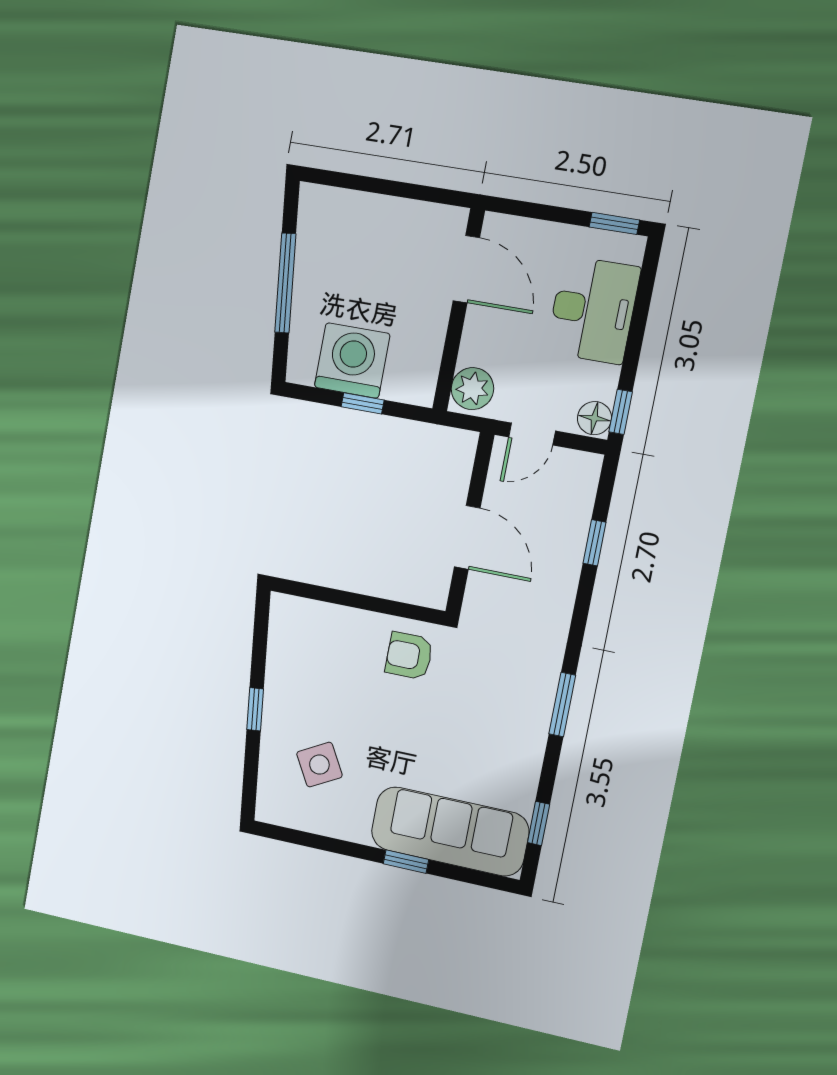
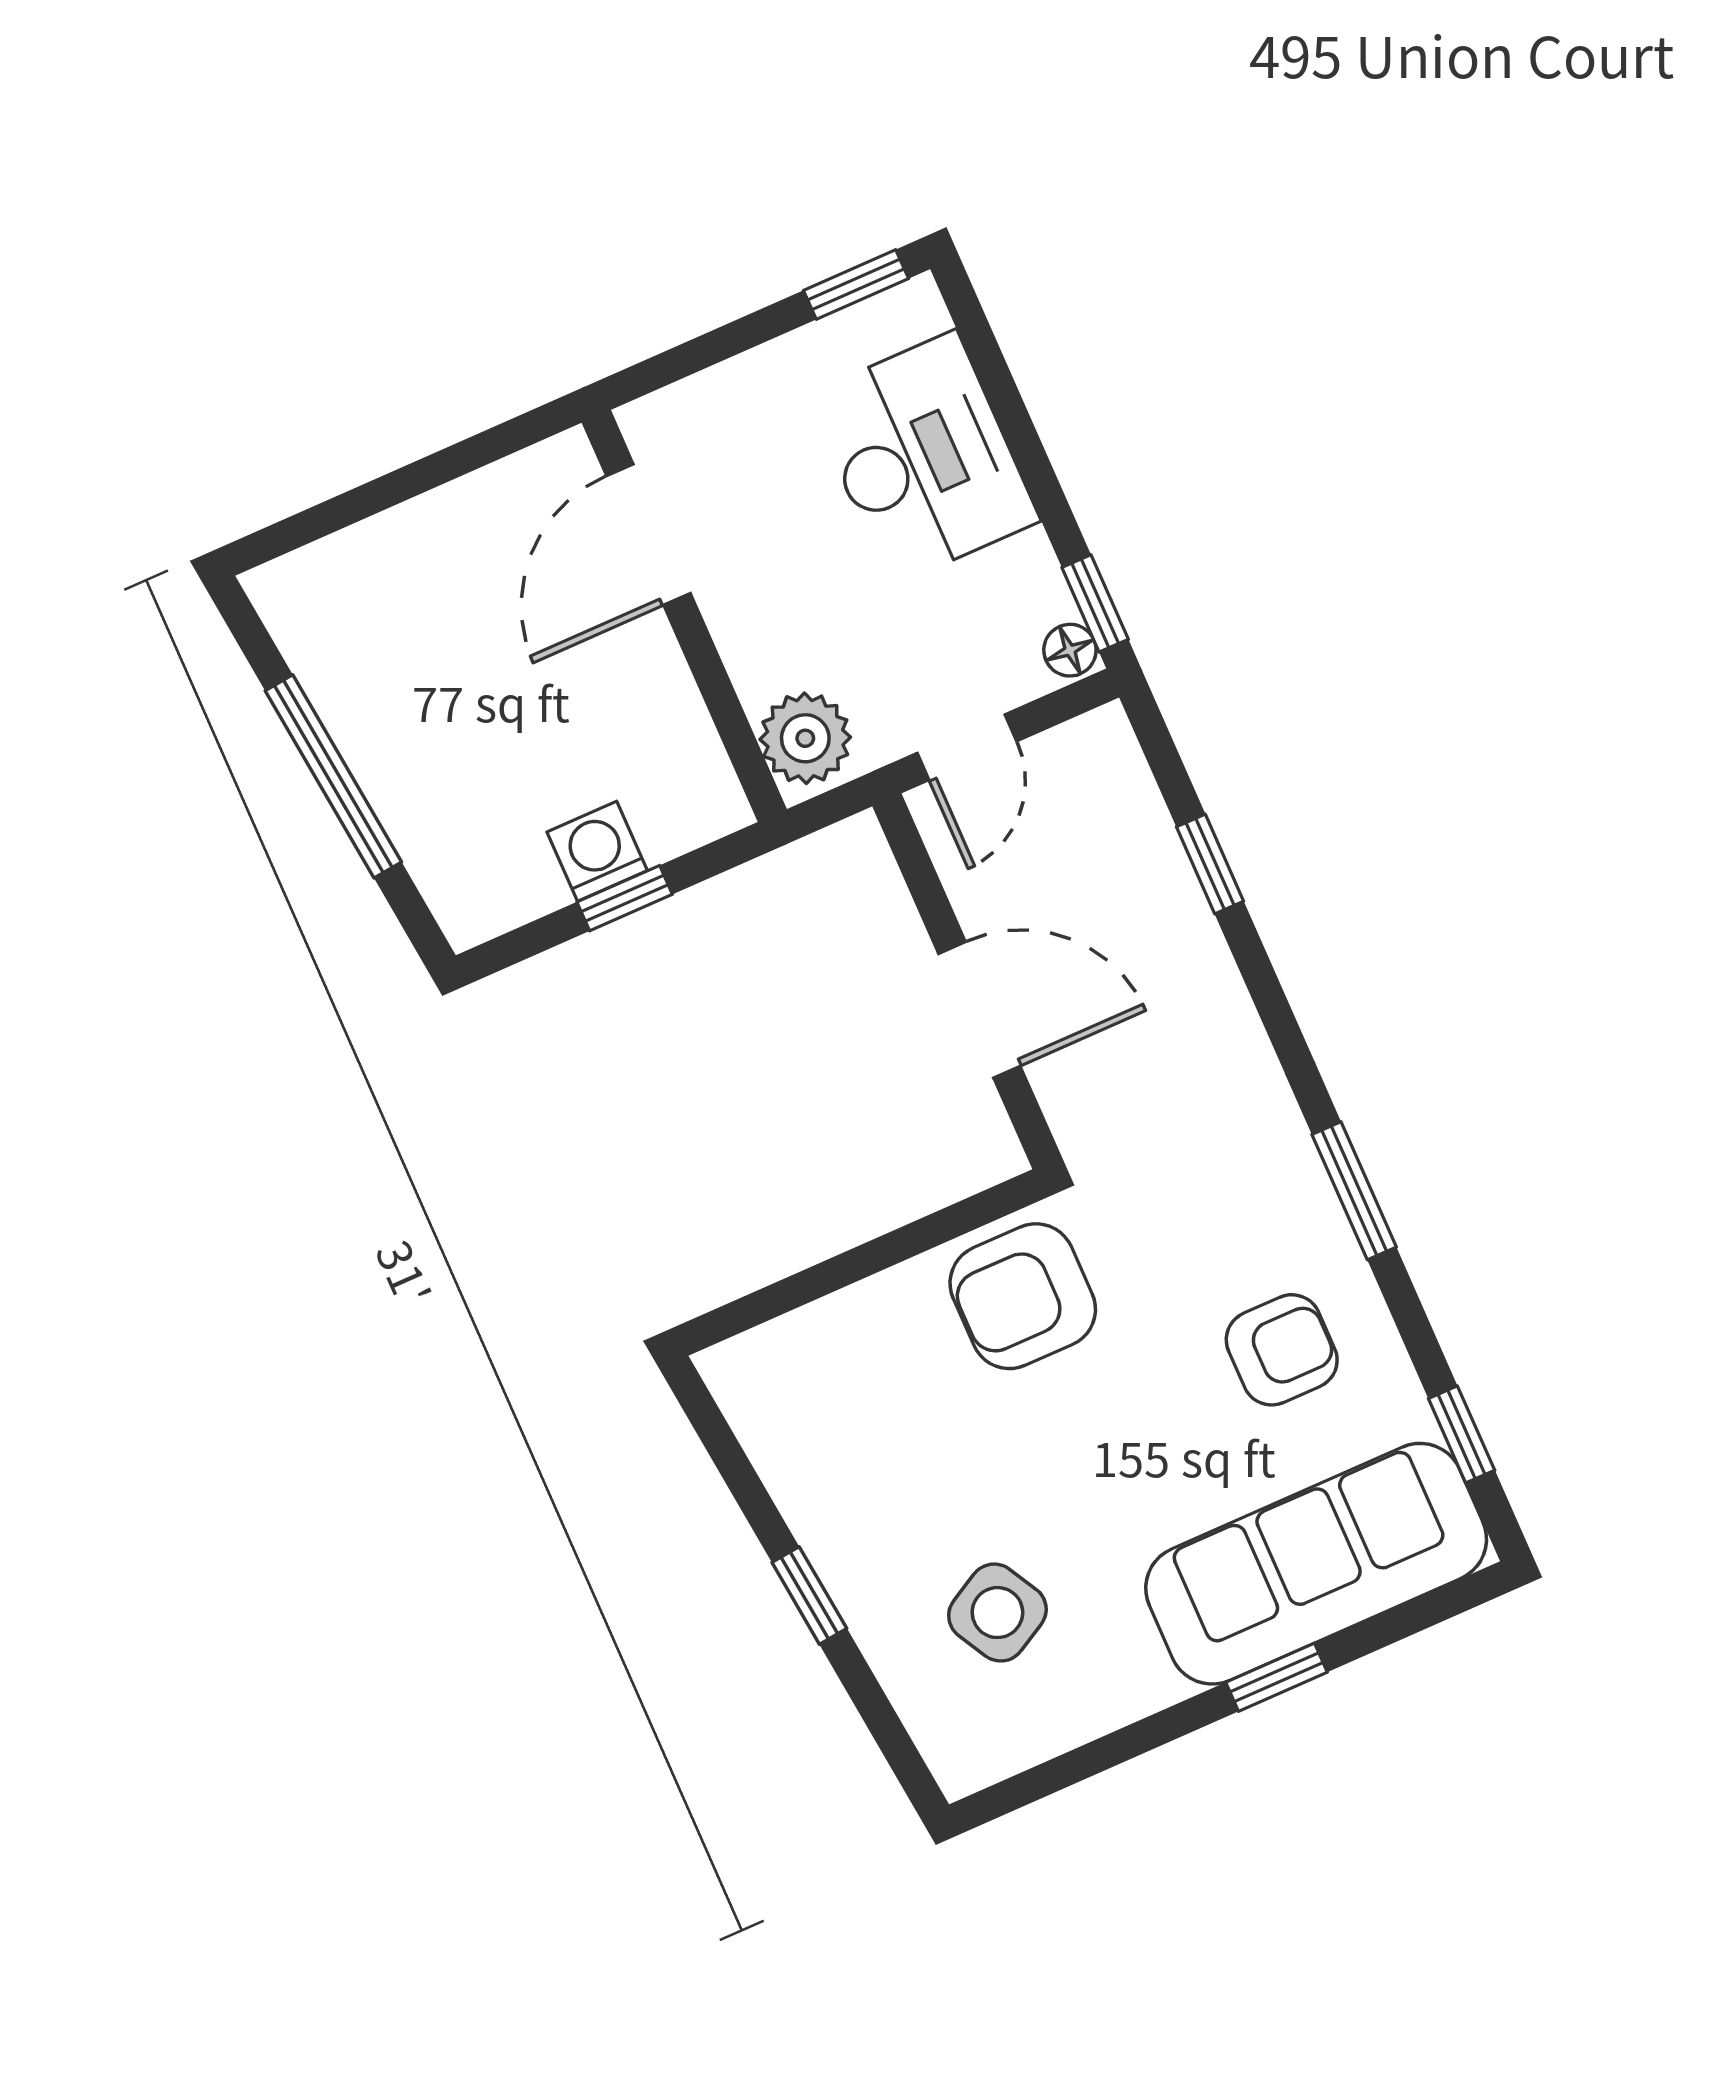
door: (466, 269) -> (648, 535), swing flipped
washing machine: (352, 361) -> (597, 851), width x0.53, depth x0.53
floor lamp: (594, 418) -> (1070, 650), width x0.73, depth x0.73
armchair: (409, 656) -> (1023, 1296), width x1.38, depth x1.38
armchair: (493, 744) -> (1282, 1350), added

